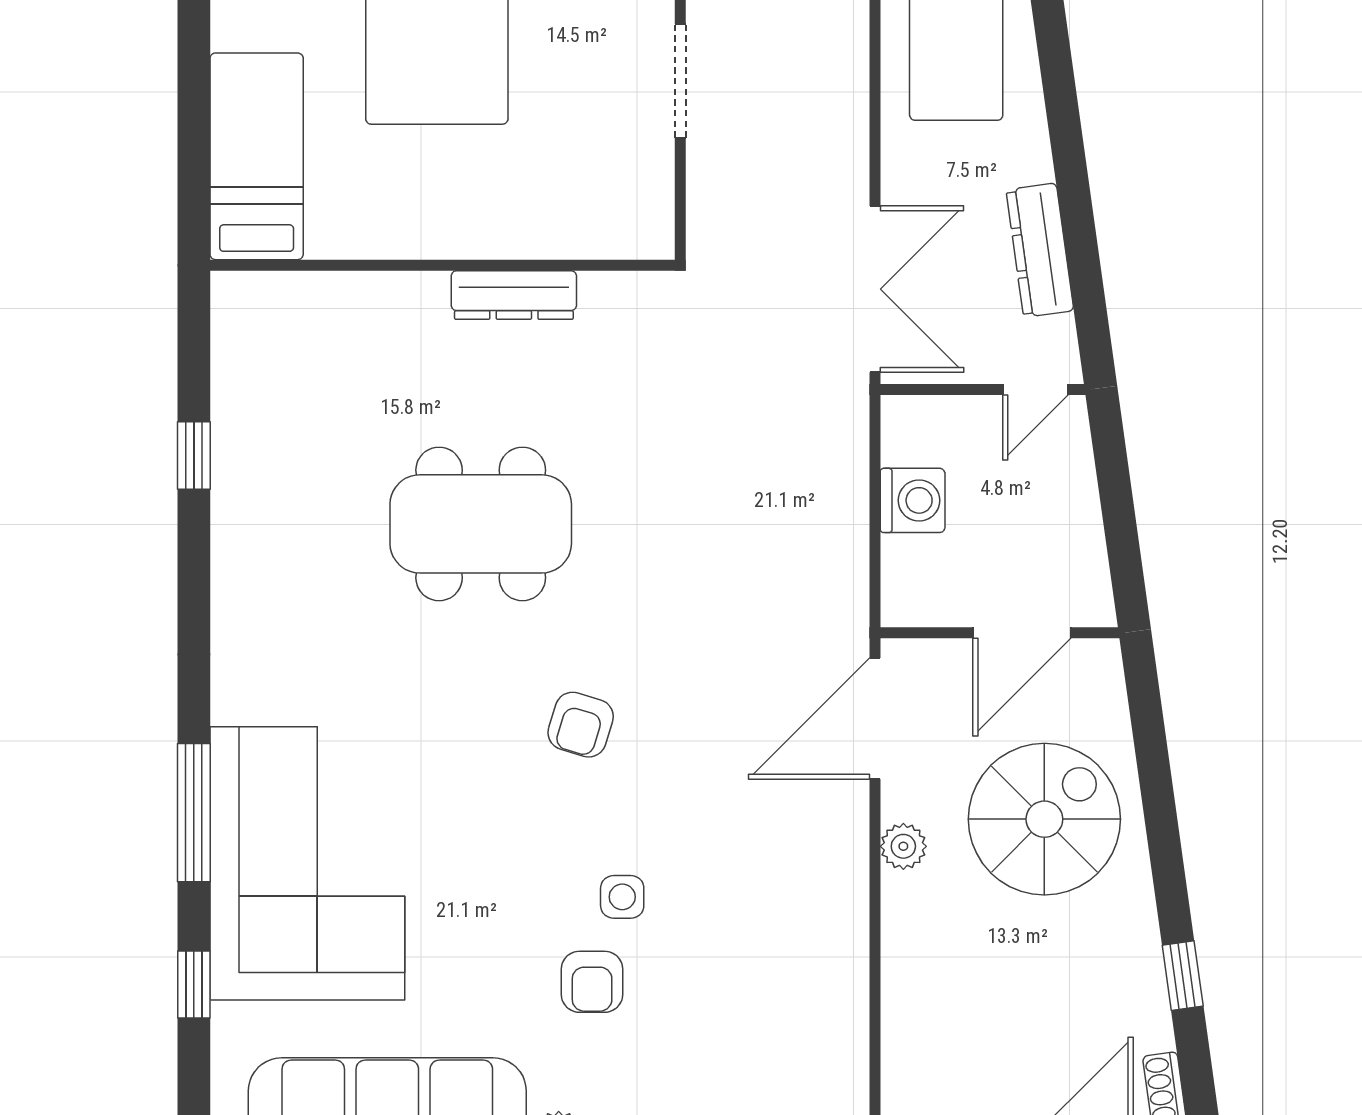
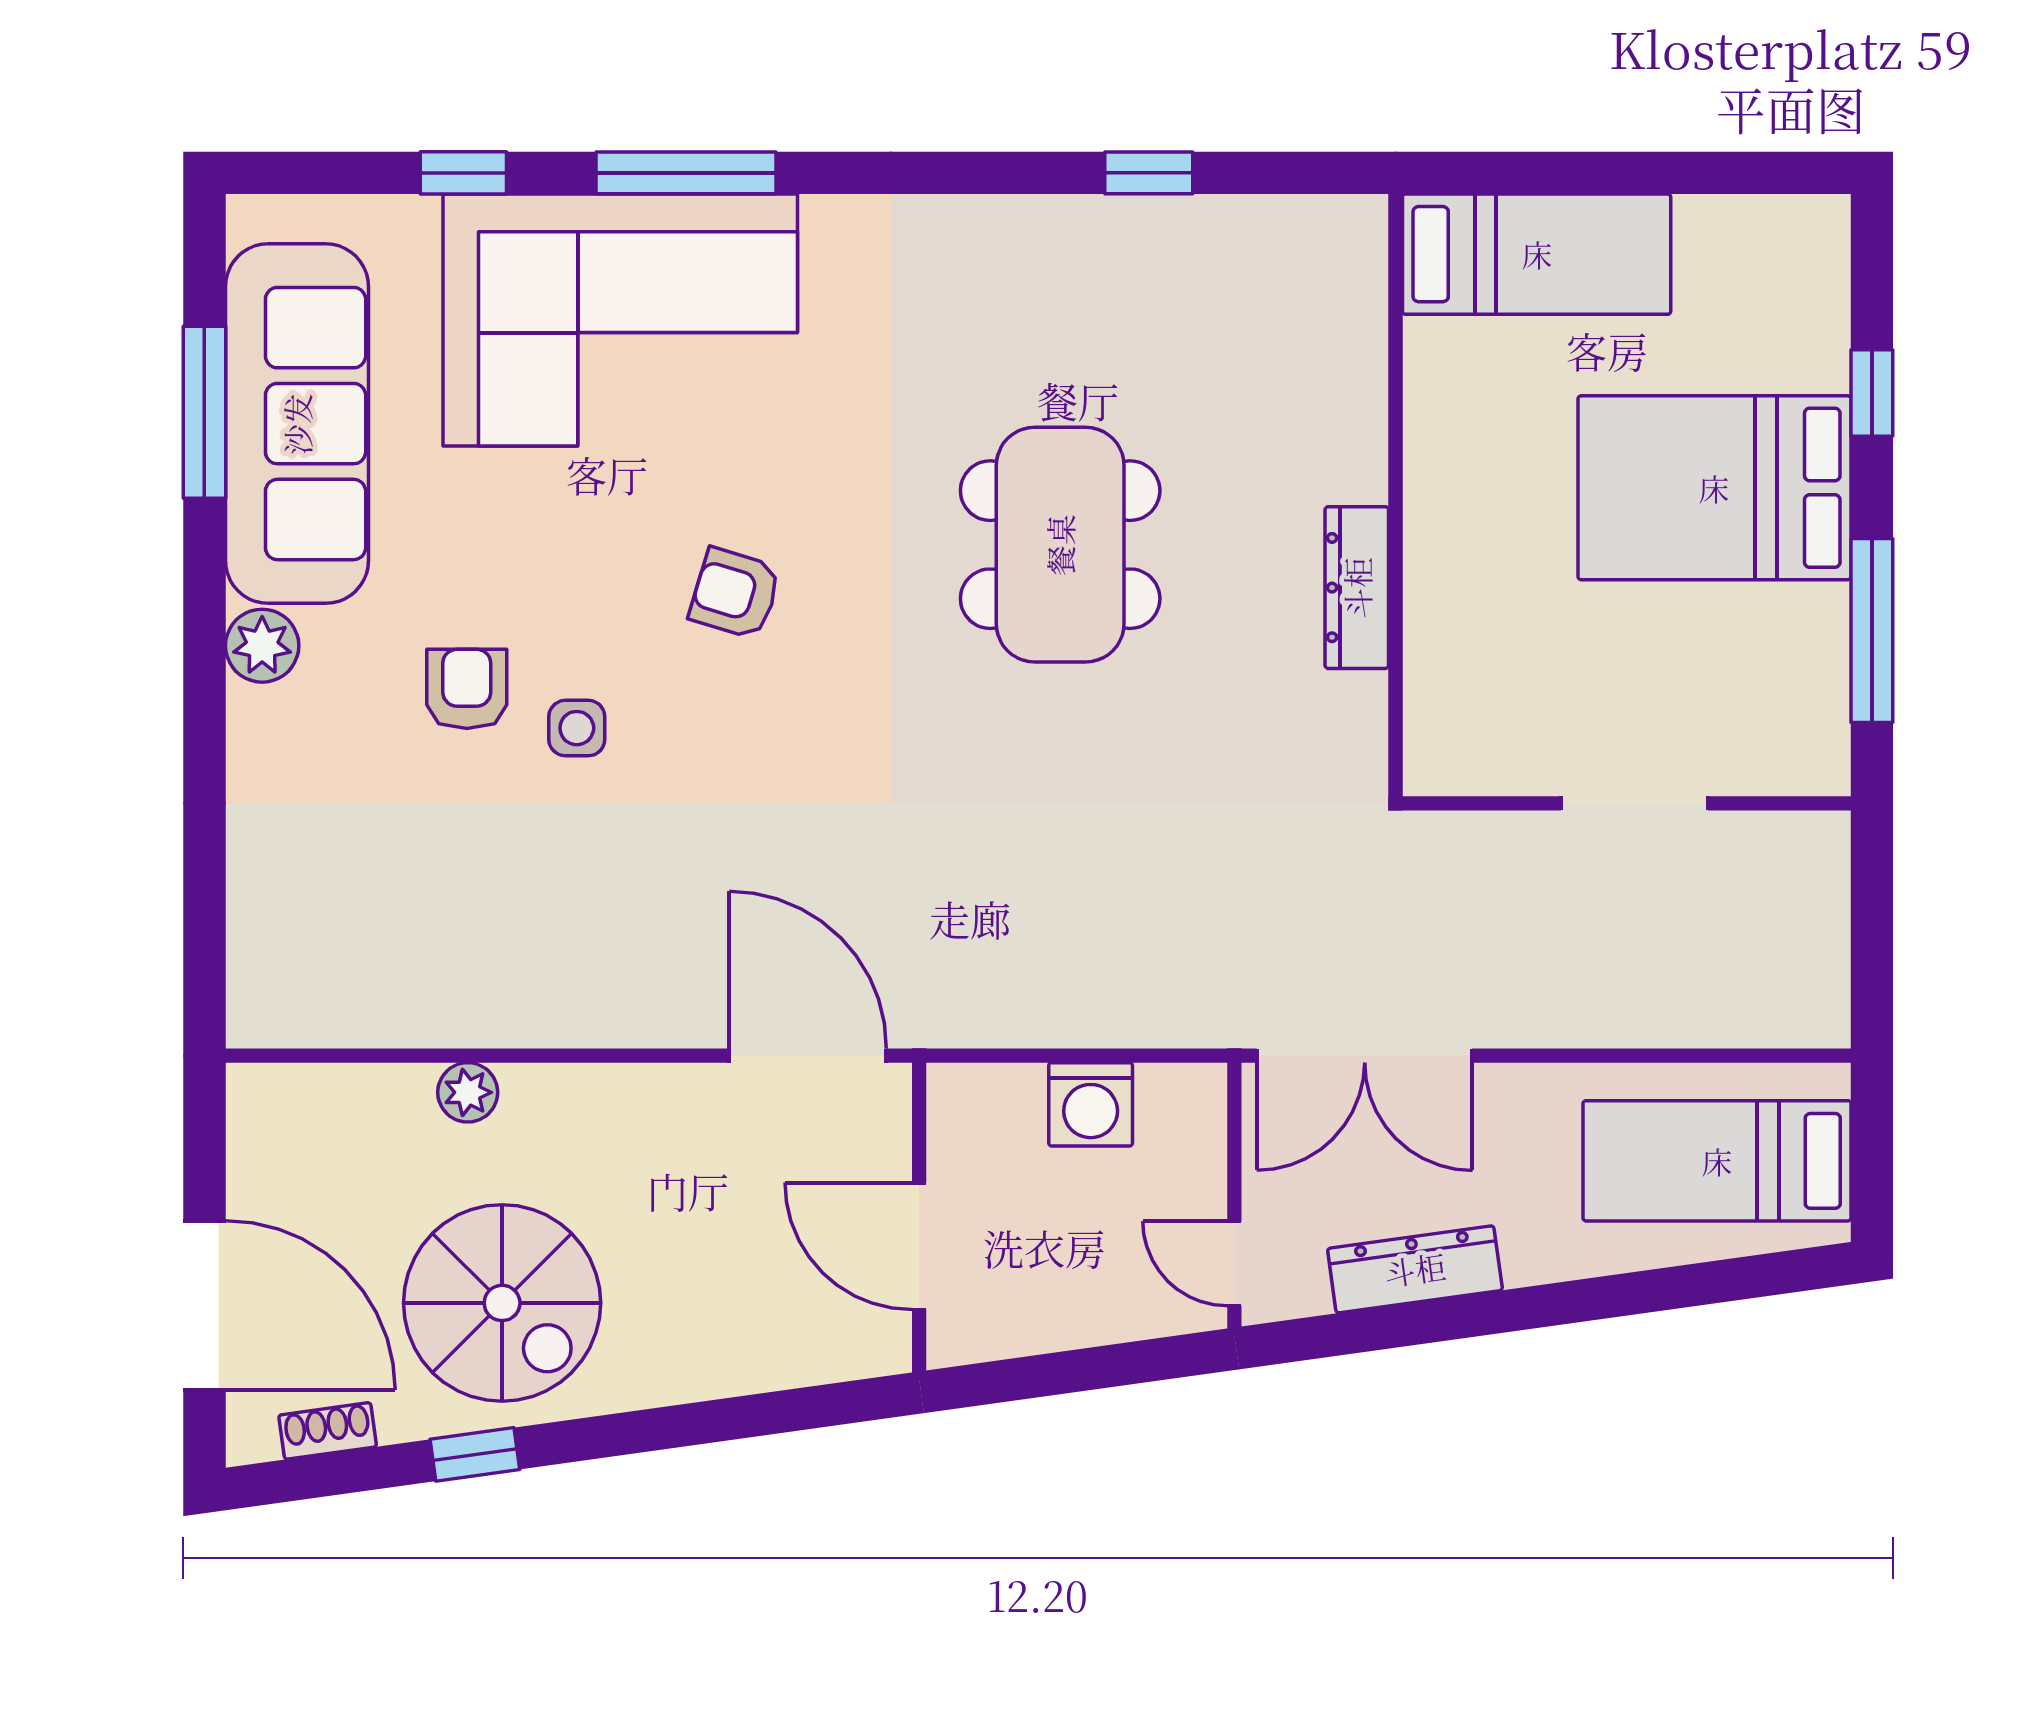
armchair: (581, 725) -> (735, 593), moved
spiral stairs: (1044, 819) -> (502, 1303), moved
plant: (903, 846) -> (468, 1092), moved
armchair: (592, 982) -> (467, 689), turned 90

